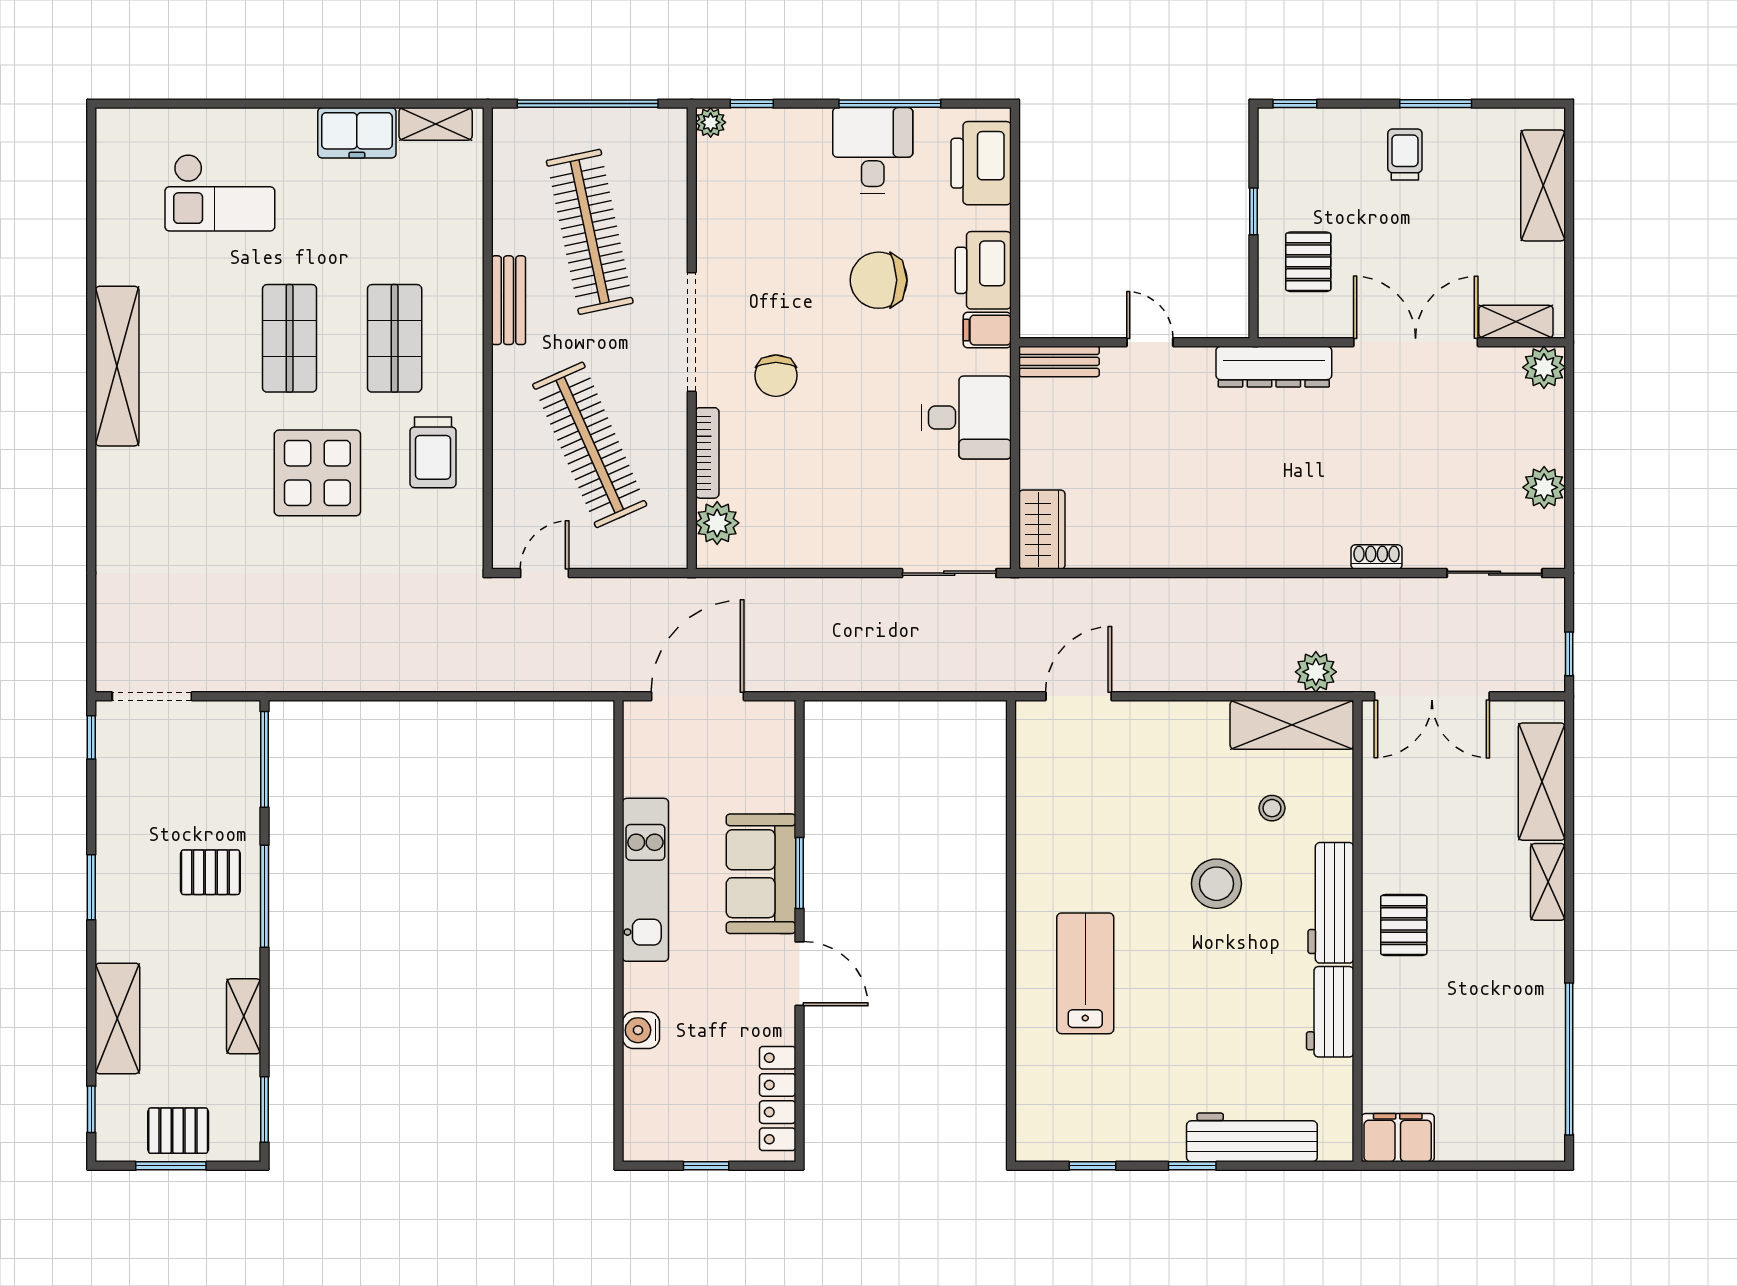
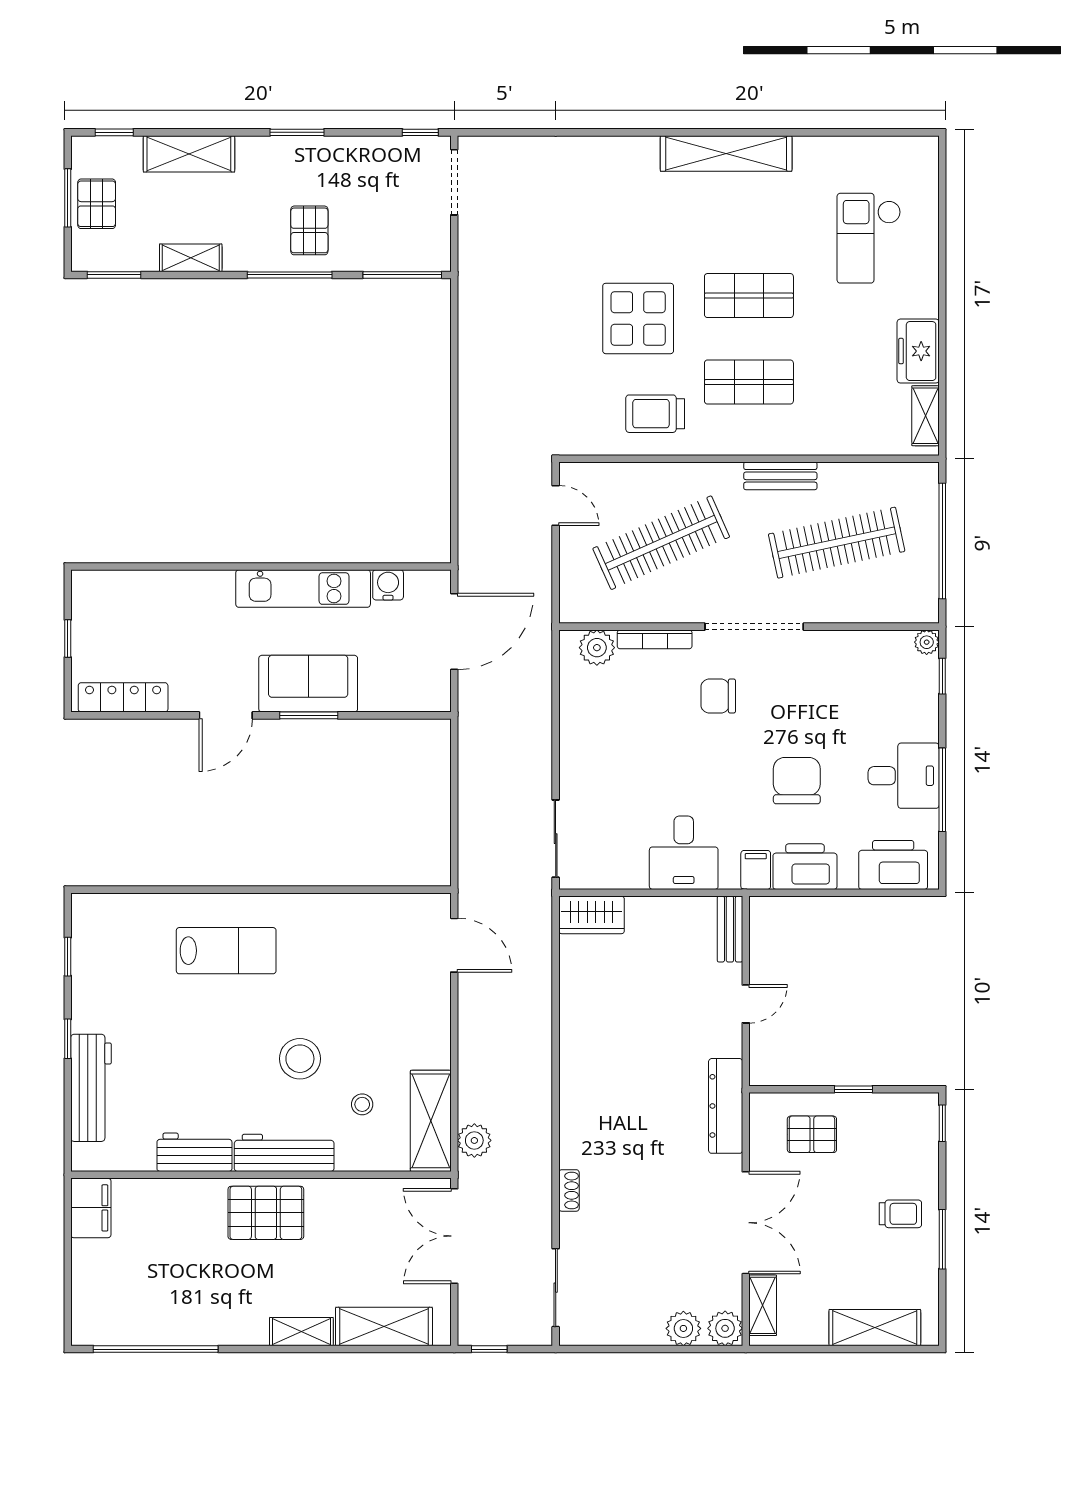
plant: (1544, 487) -> (683, 1328), moved
door: (698, 696) -> (454, 631), hinge flipped
pallet: (1404, 925) -> (266, 1213), width x1.50, depth x1.42
water cooler: (641, 1030) -> (388, 585), moved

